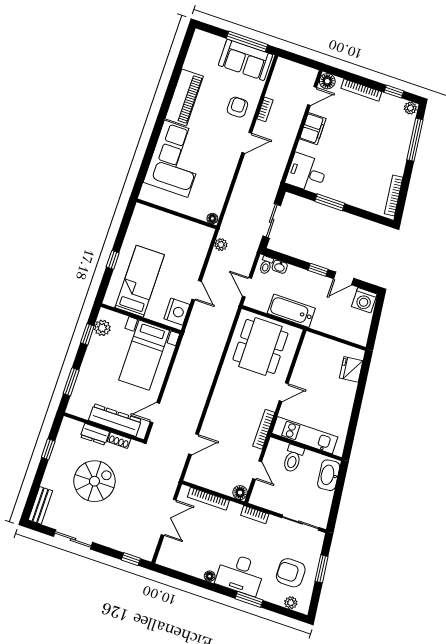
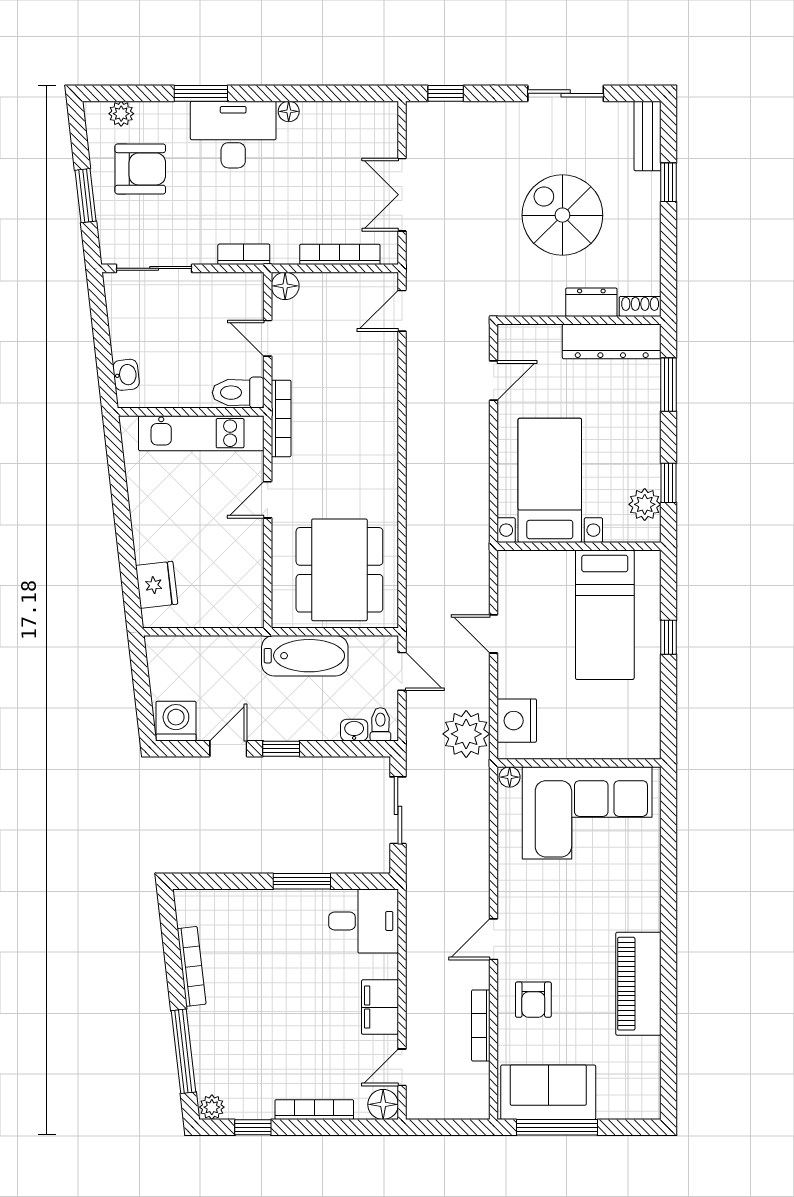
bookcase: (265, 109) -> (481, 1025), width x1.56
corner sofa: (176, 159) -> (587, 813), moved, turned -90
bookcase: (394, 195) -> (192, 966), moved
plant: (221, 245) -> (466, 734), width x1.88, depth x1.88
nightstand: (177, 312) -> (517, 721), moved
dresser: (115, 420) -> (612, 341), moved
shoe rack: (119, 440) -> (640, 306), moved
door: (194, 444) -> (402, 311), moved
window: (48, 449) -> (669, 182), moved
toilet: (293, 459) -> (238, 393), moved, turned -90
washbasin: (329, 475) -> (126, 375), width x0.52, depth x0.69
spiral stairs: (94, 481) -> (562, 215), turned 90

